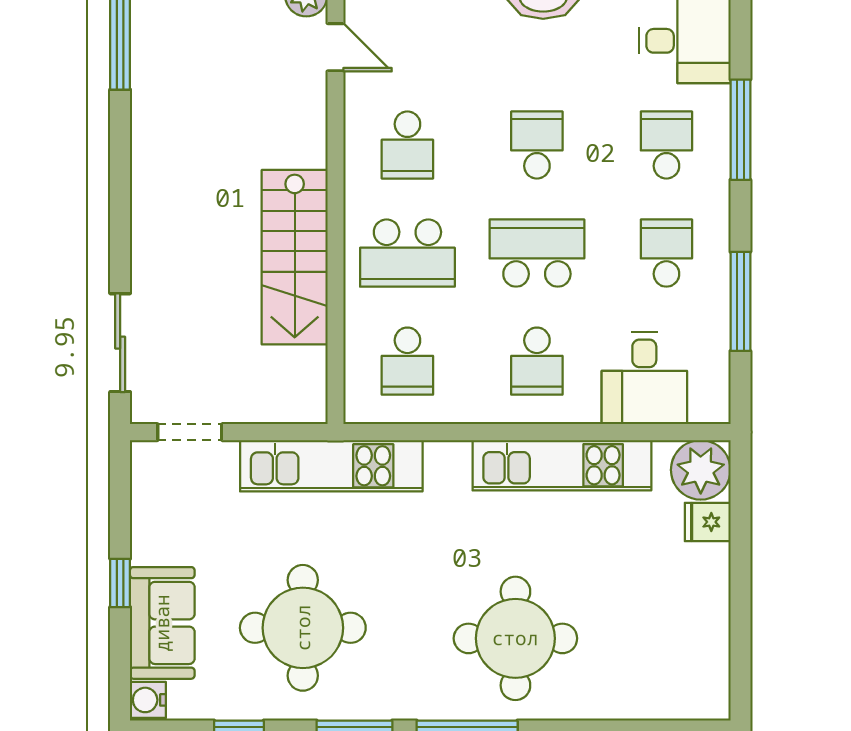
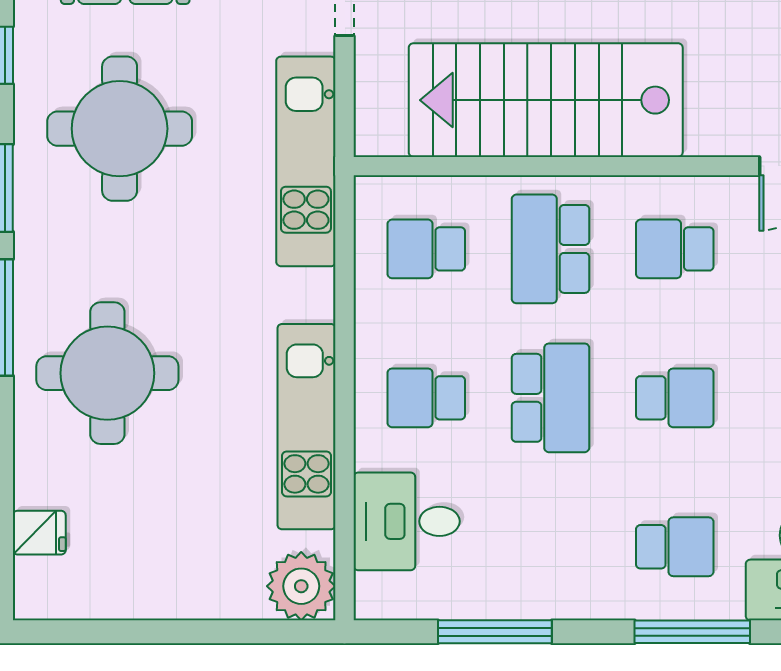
school desk: (666, 253) -> (551, 547), removed
stairs: (295, 257) -> (546, 100), width x1.36, depth x1.51
fridge: (708, 522) -> (39, 533), moved, turned 90

